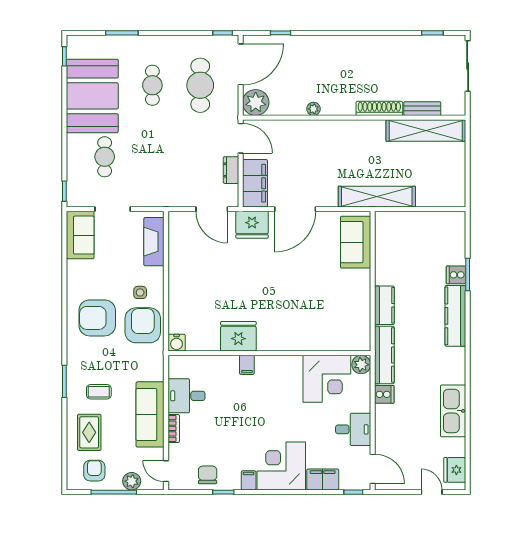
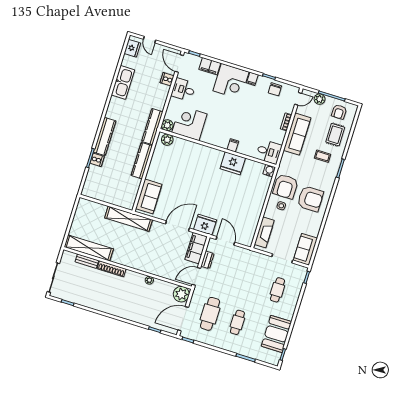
booth: (92, 96) -> (276, 334), width x0.73, depth x0.70
door: (241, 138) -> (196, 276), hinge flipped
kitchen counter: (384, 305) -> (142, 161), width x1.50
plant: (354, 342) -> (167, 140), added
cooker: (384, 394) -> (167, 79), moved
desk: (186, 396) -> (269, 152), moved
door: (166, 471) -> (298, 99), hinge flipped

